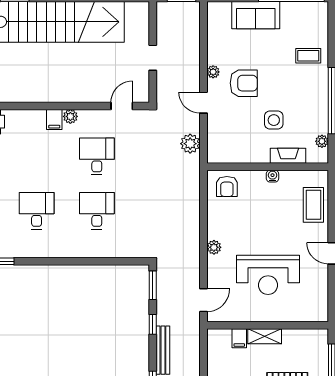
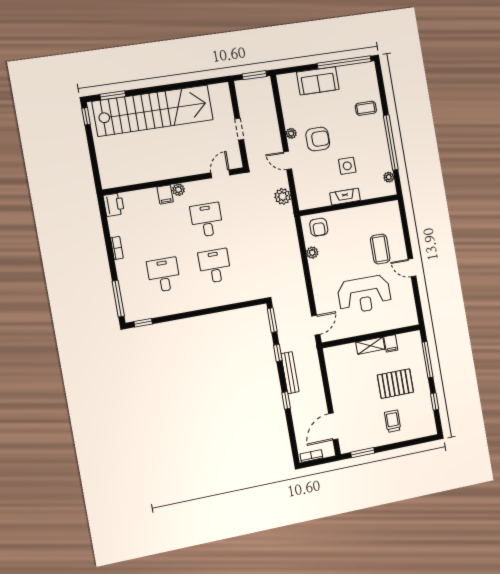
fireplace: (288, 156) -> (345, 197), moved
water cooler: (272, 176) -> (354, 212), removed
coffee table: (313, 205) -> (380, 249), moved
plant: (214, 247) -> (312, 253), moved
filing cabinet: (239, 338) -> (391, 343), moved

